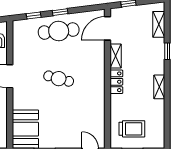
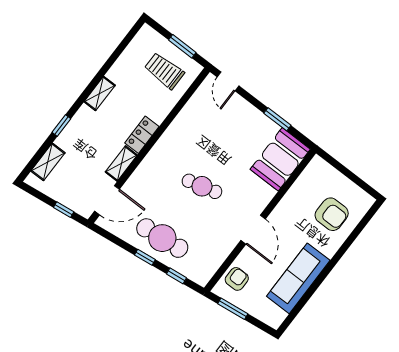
cafe table: (59, 79) -> (202, 186), turned -30

